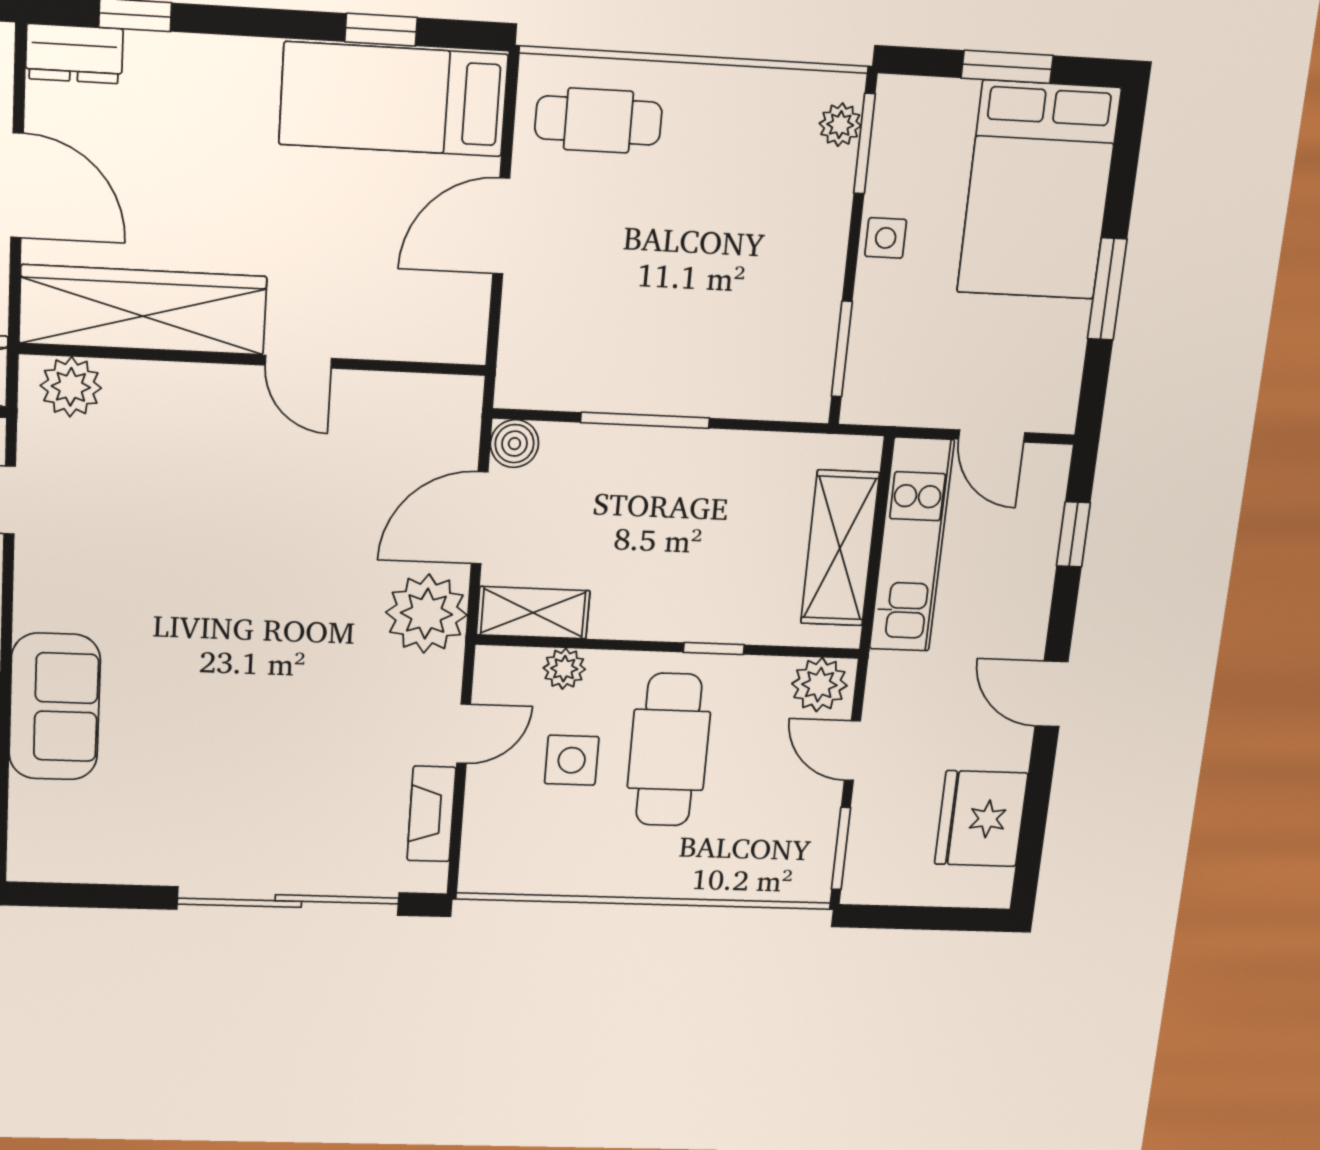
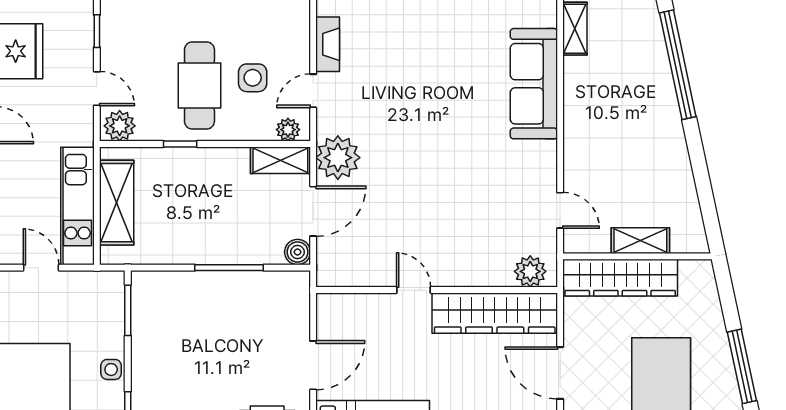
plant: (564, 669) -> (288, 130), moved
sofa: (55, 707) -> (534, 84), width x1.36
window: (841, 849) -> (97, 31), width x0.67

